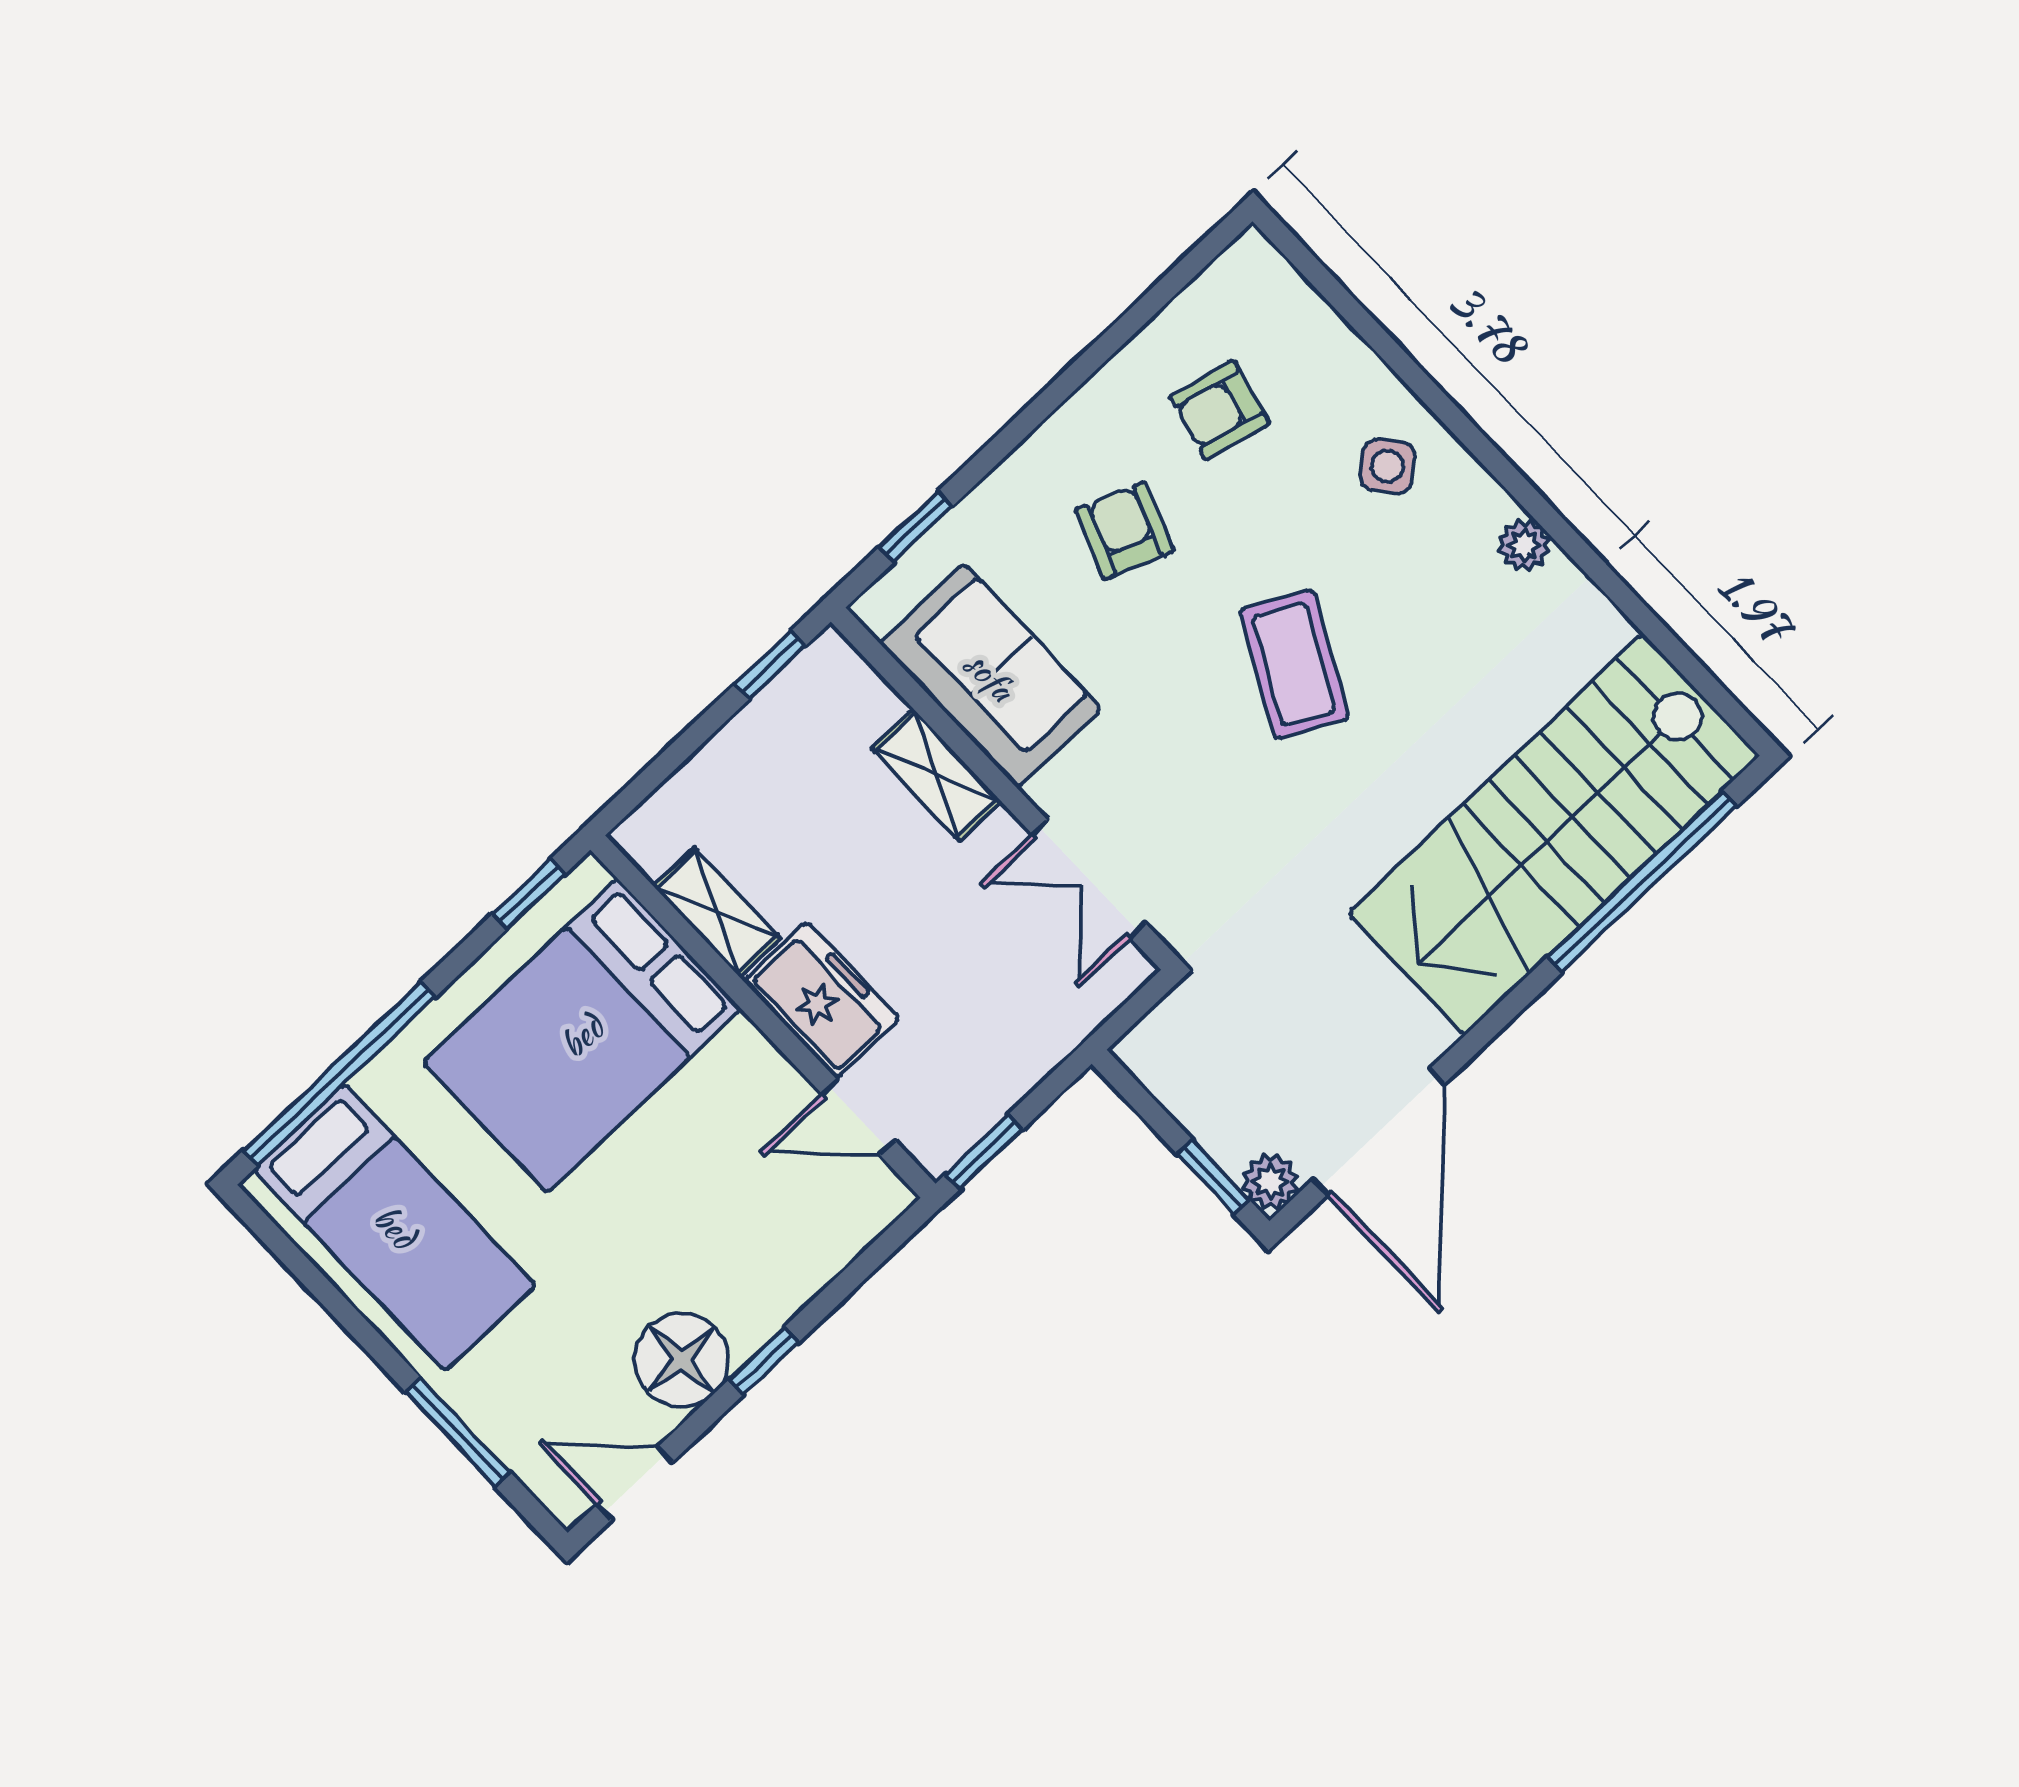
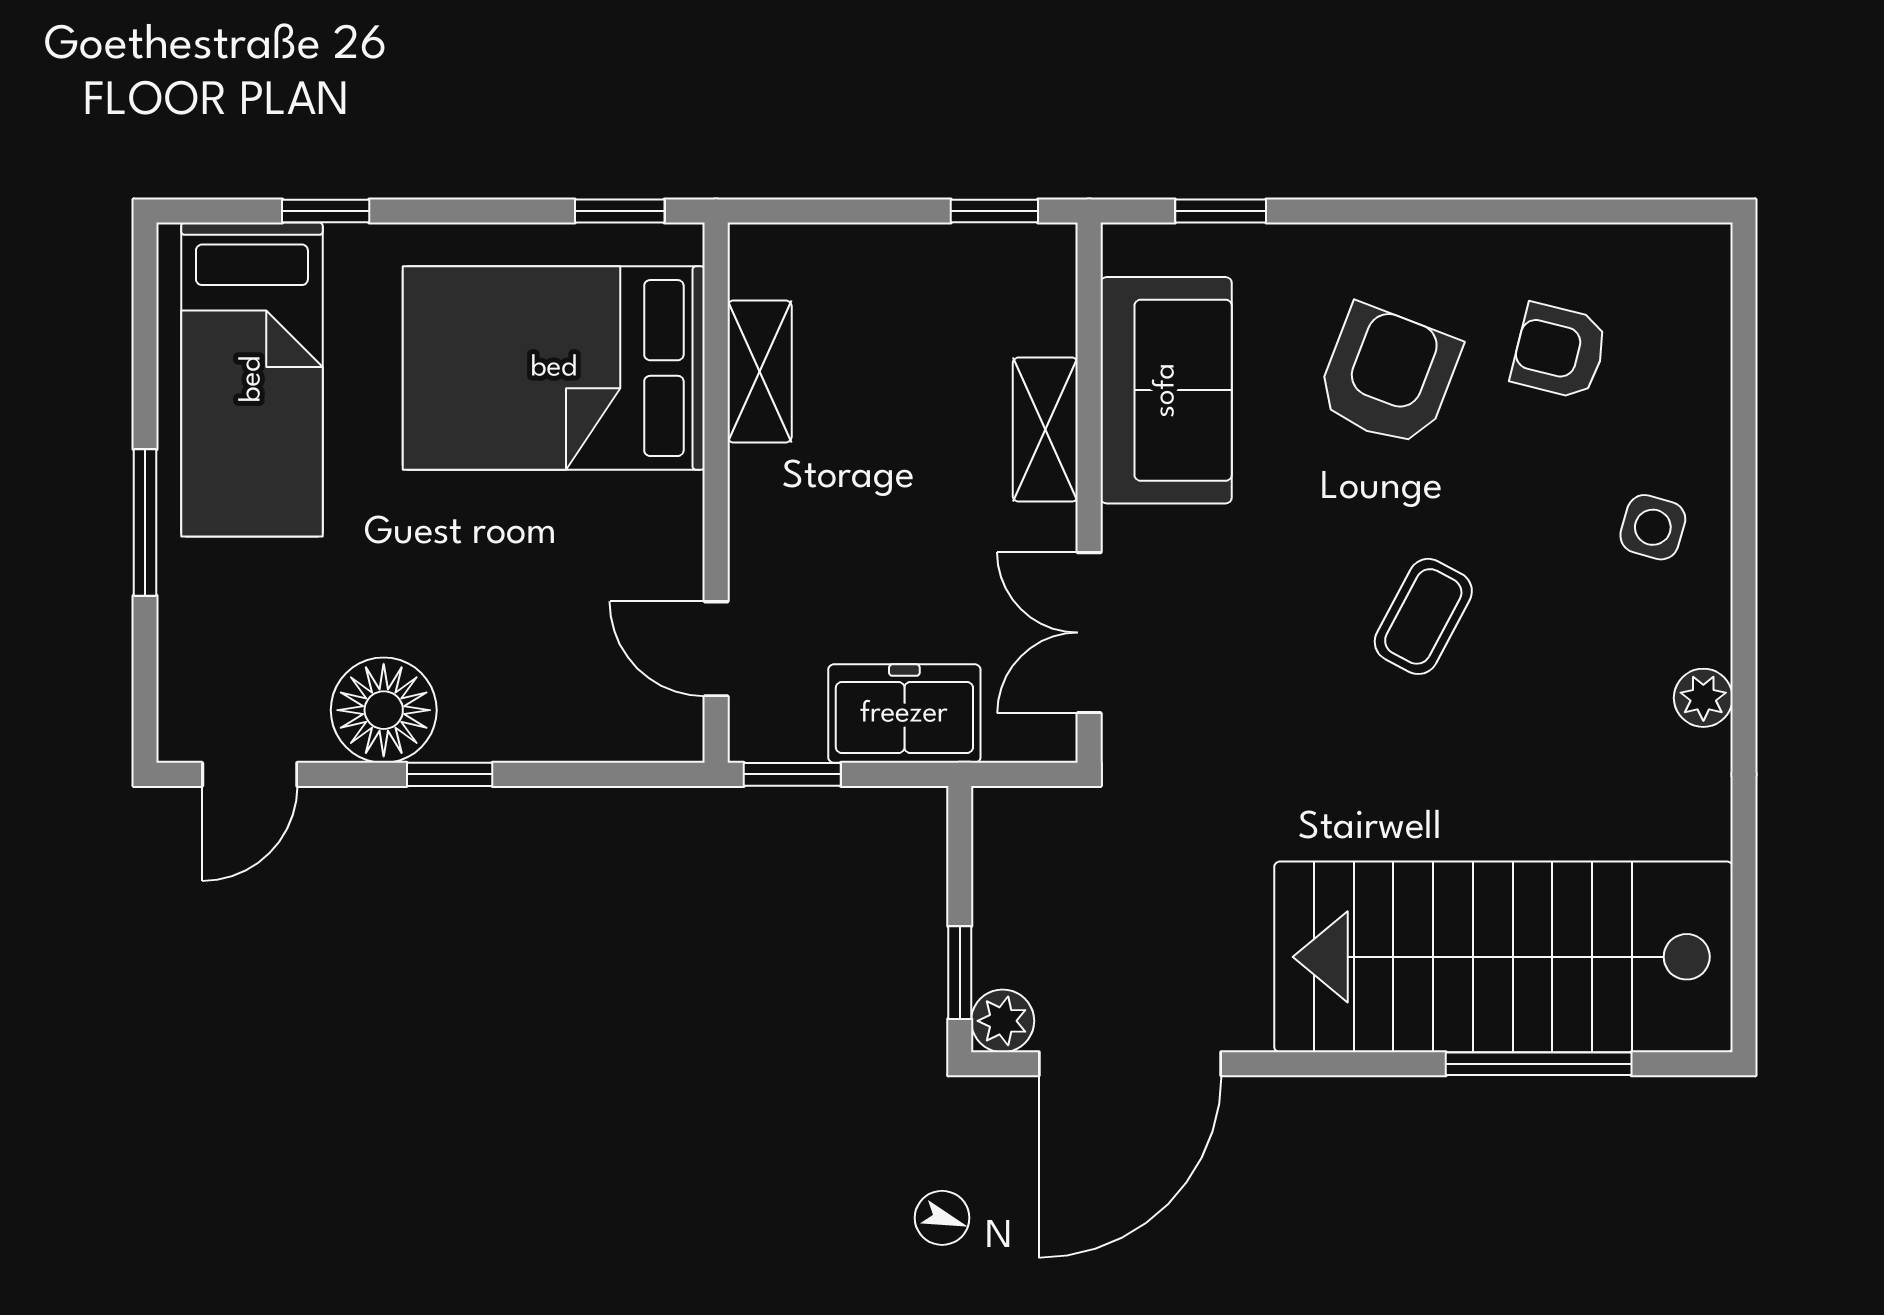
side table: (1388, 466) -> (1653, 527), turned -36
armchair: (1125, 530) -> (1388, 376), width x1.38, depth x1.38
coffee table: (1294, 664) -> (1423, 616), width x0.73, depth x0.77
window: (1642, 882) -> (1539, 1064), width x0.68
freezer: (822, 1000) -> (904, 714), moved, turned -90
window: (339, 1074) -> (326, 211), width x0.32
window: (458, 1432) -> (145, 523), moved
door: (635, 1483) -> (250, 774), swing flipped

